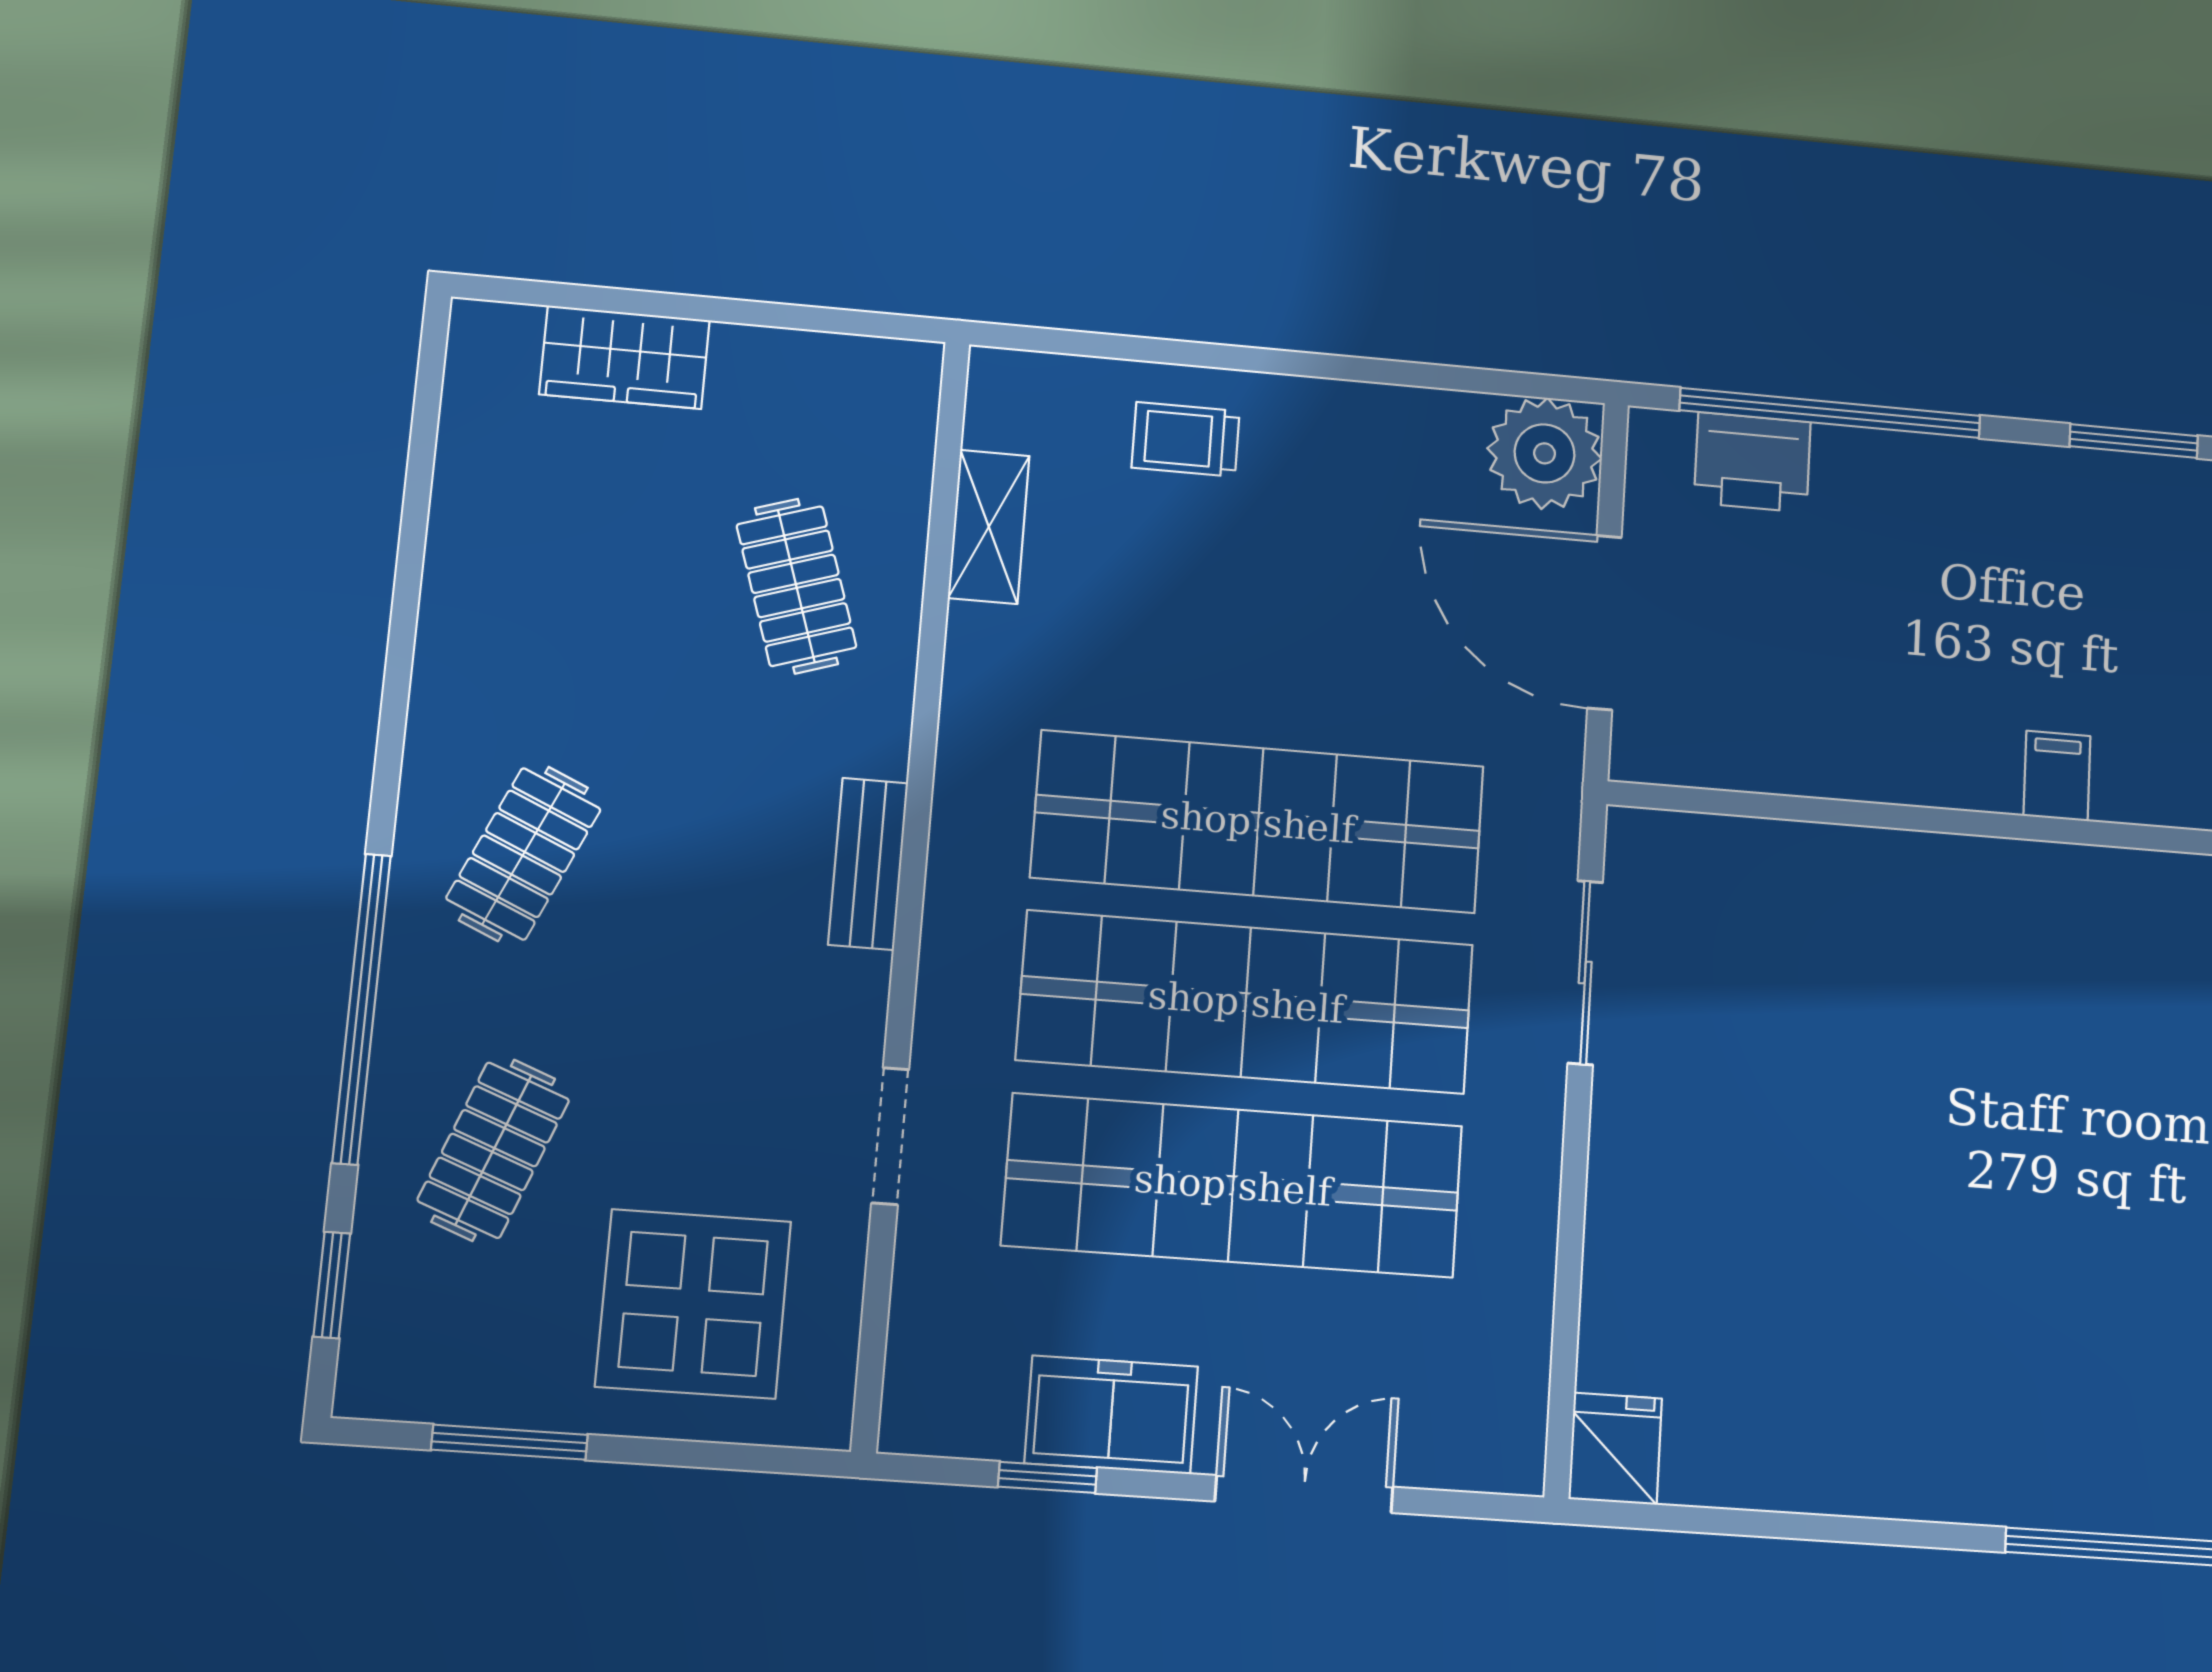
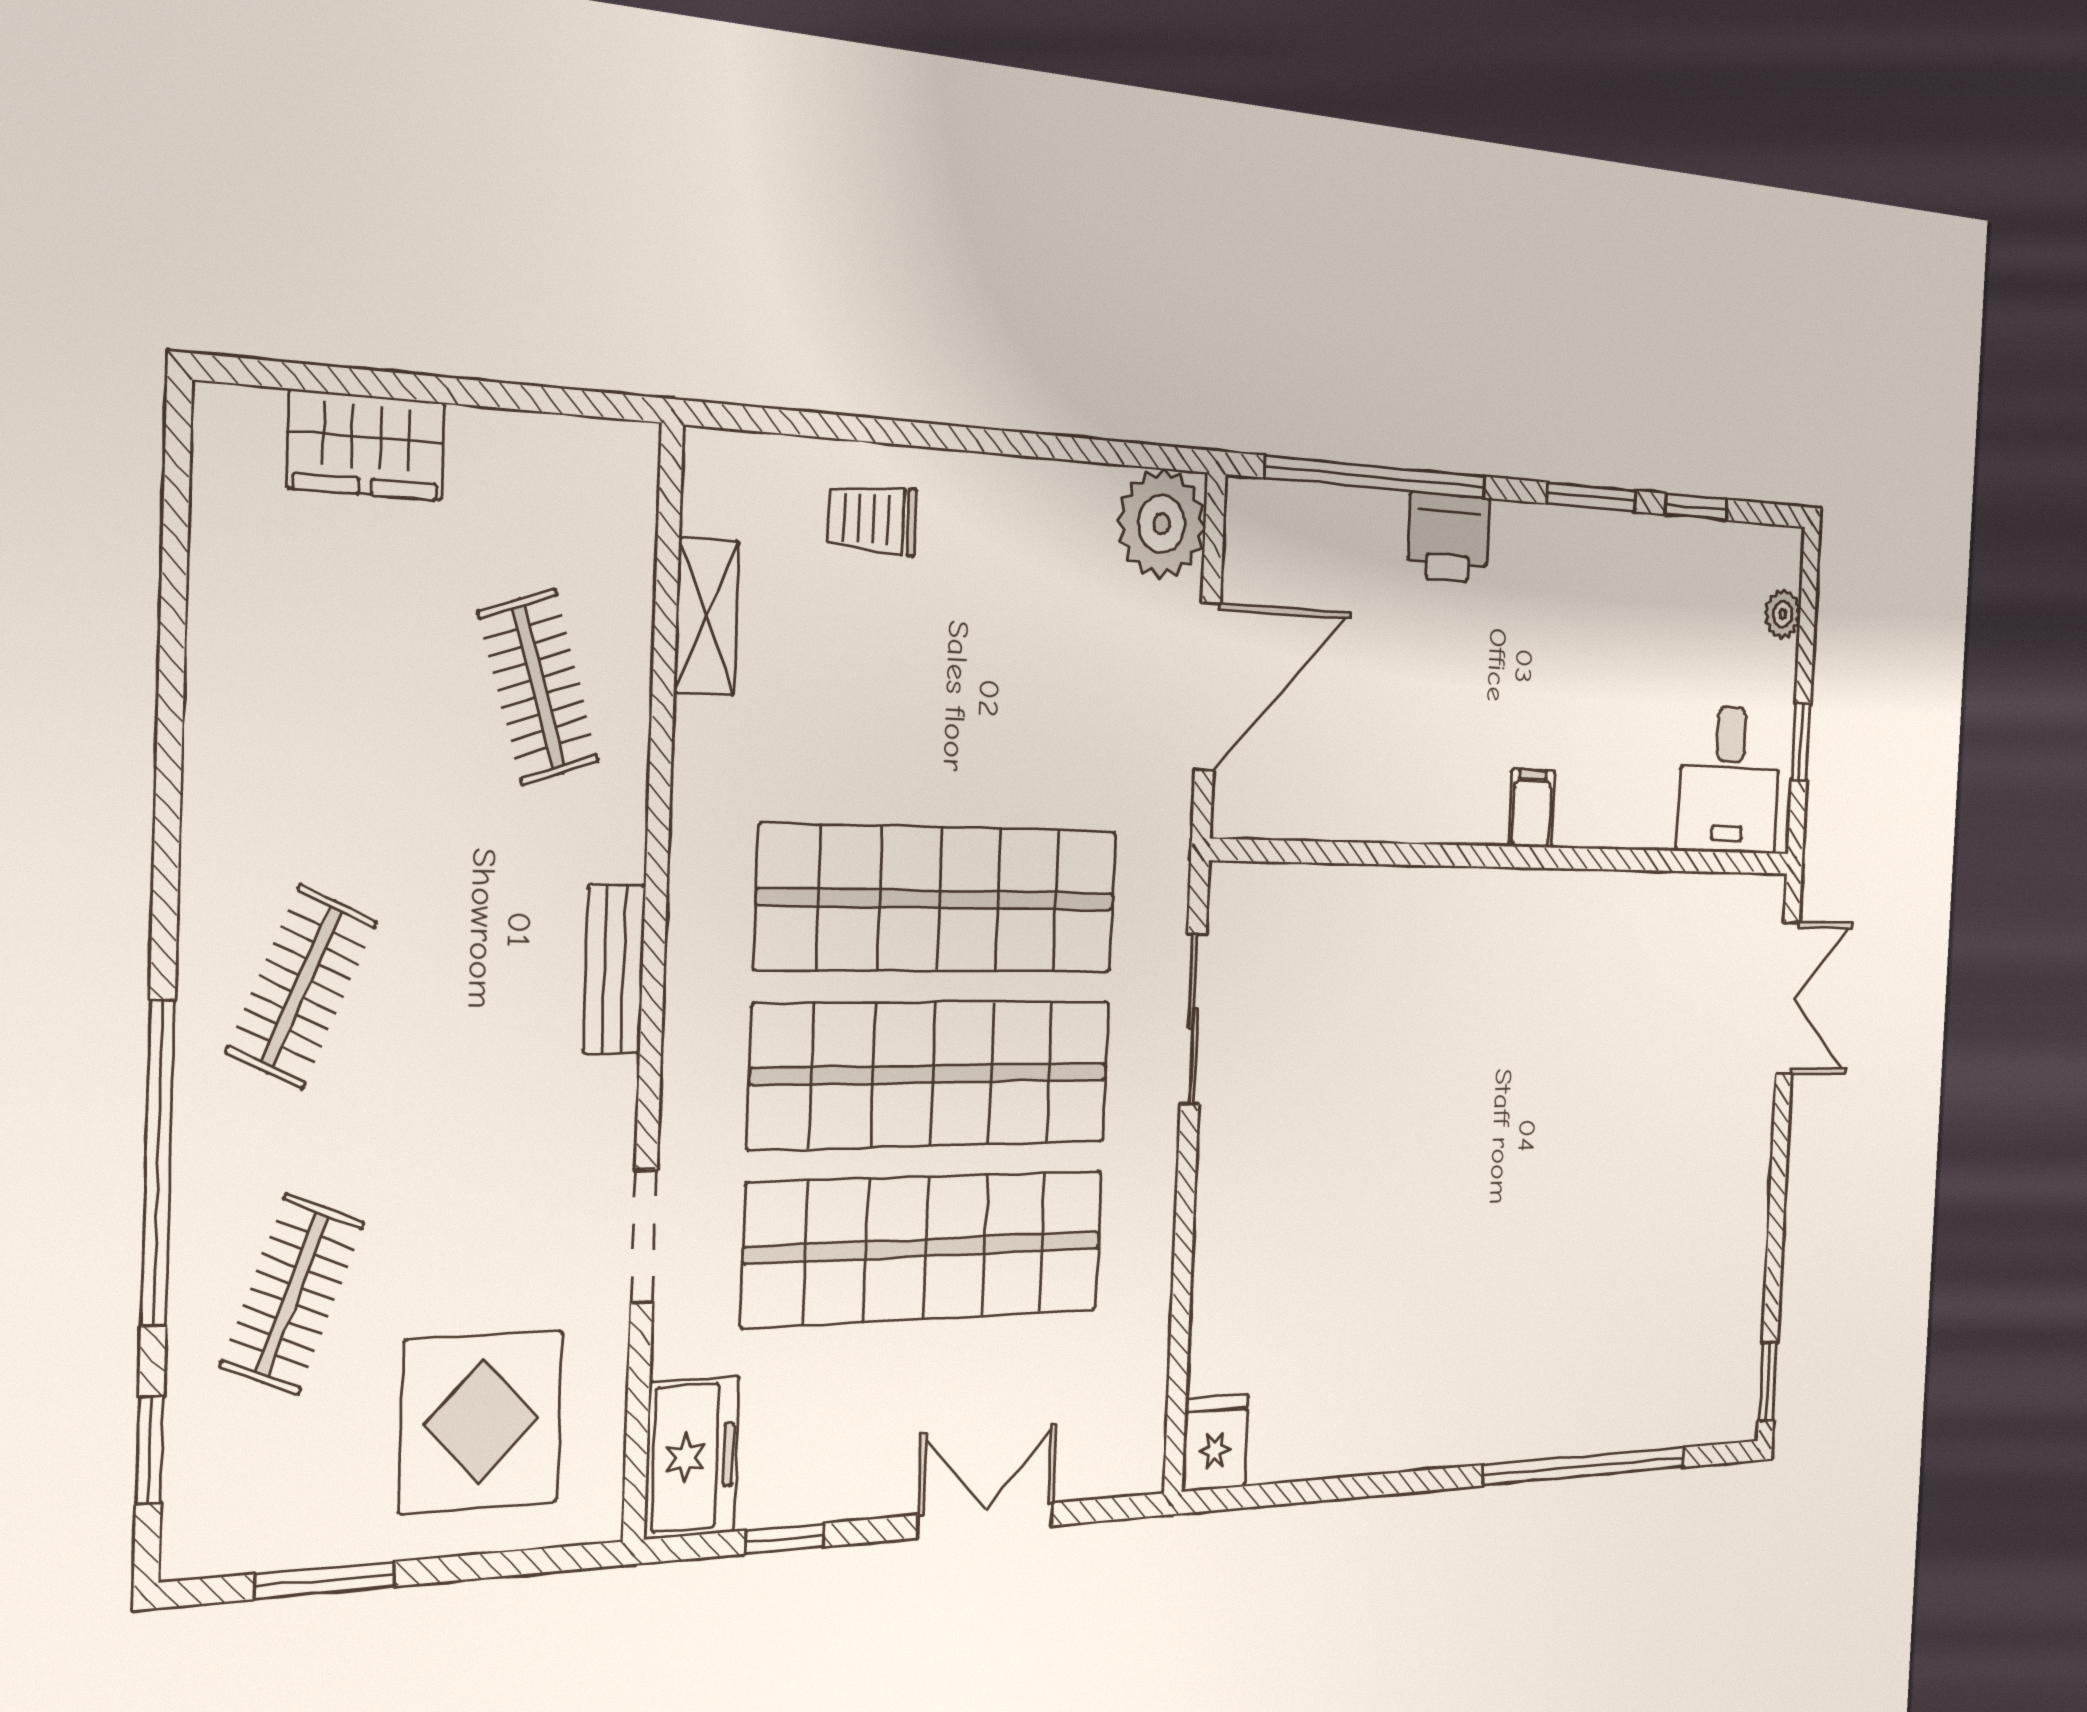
printer: (1752, 462) -> (1448, 538), moved
door: (1604, 622) -> (1207, 687), swing flipped
freezer: (1111, 1415) -> (692, 1457), moved, turned 90

